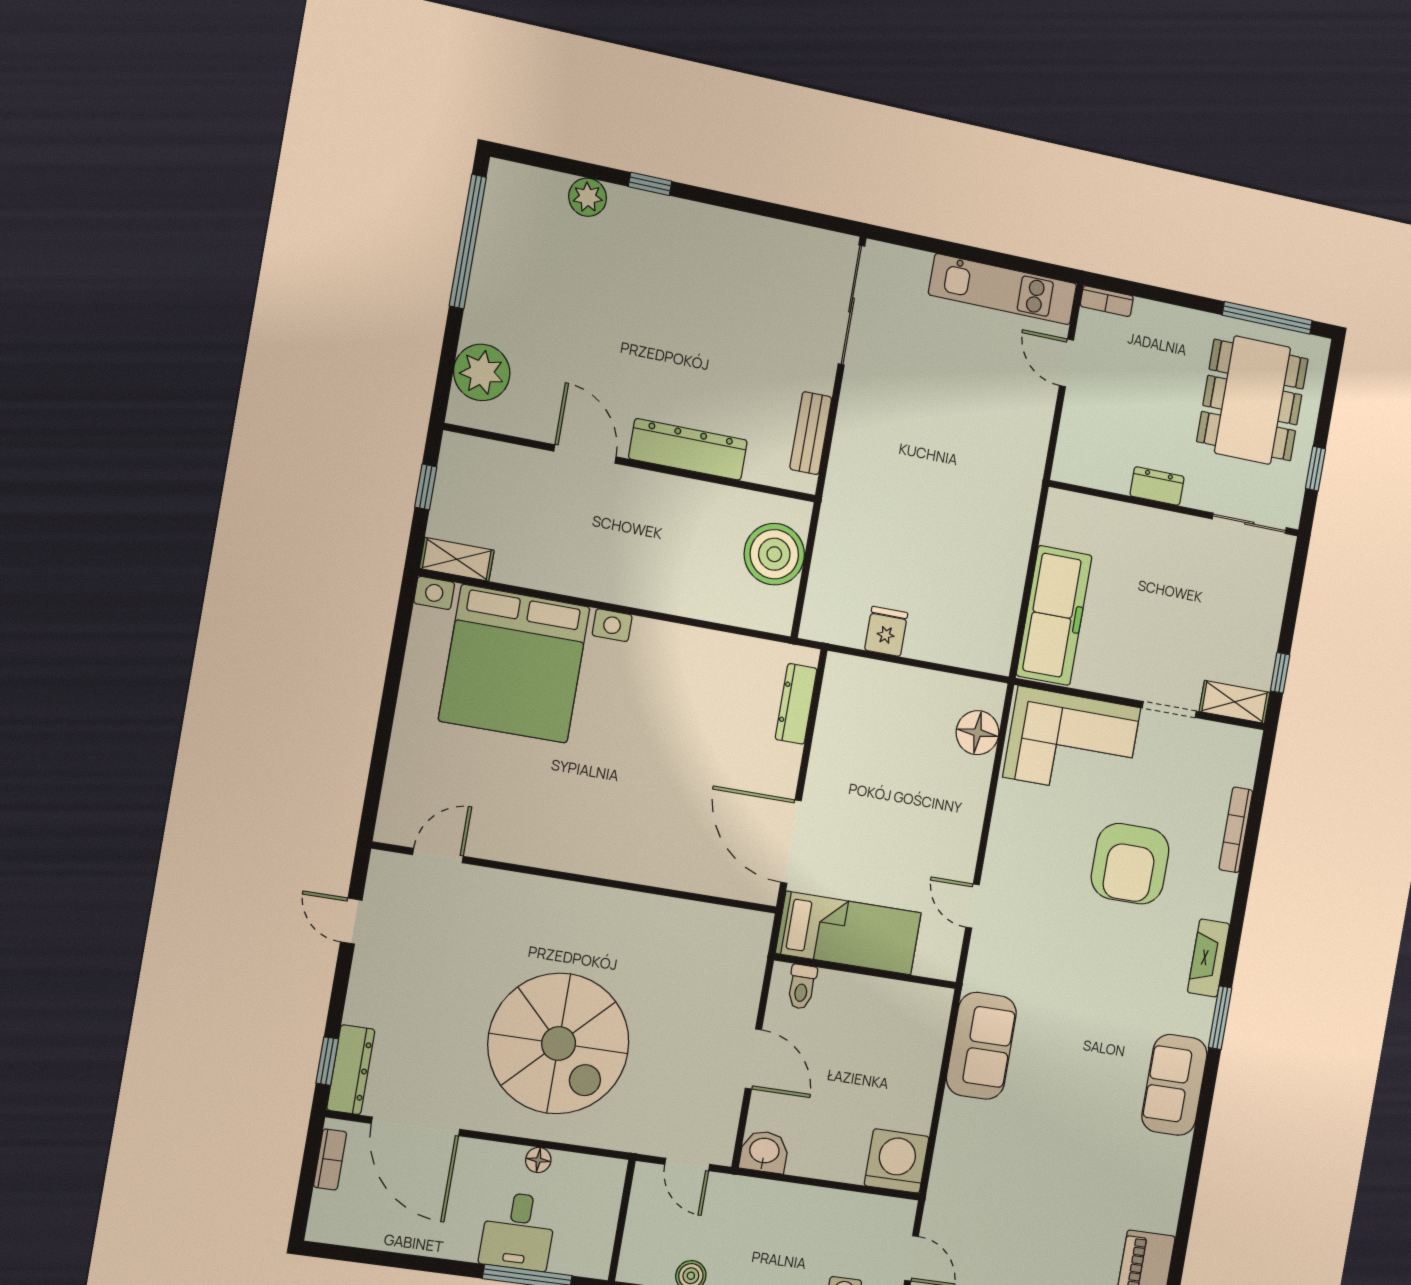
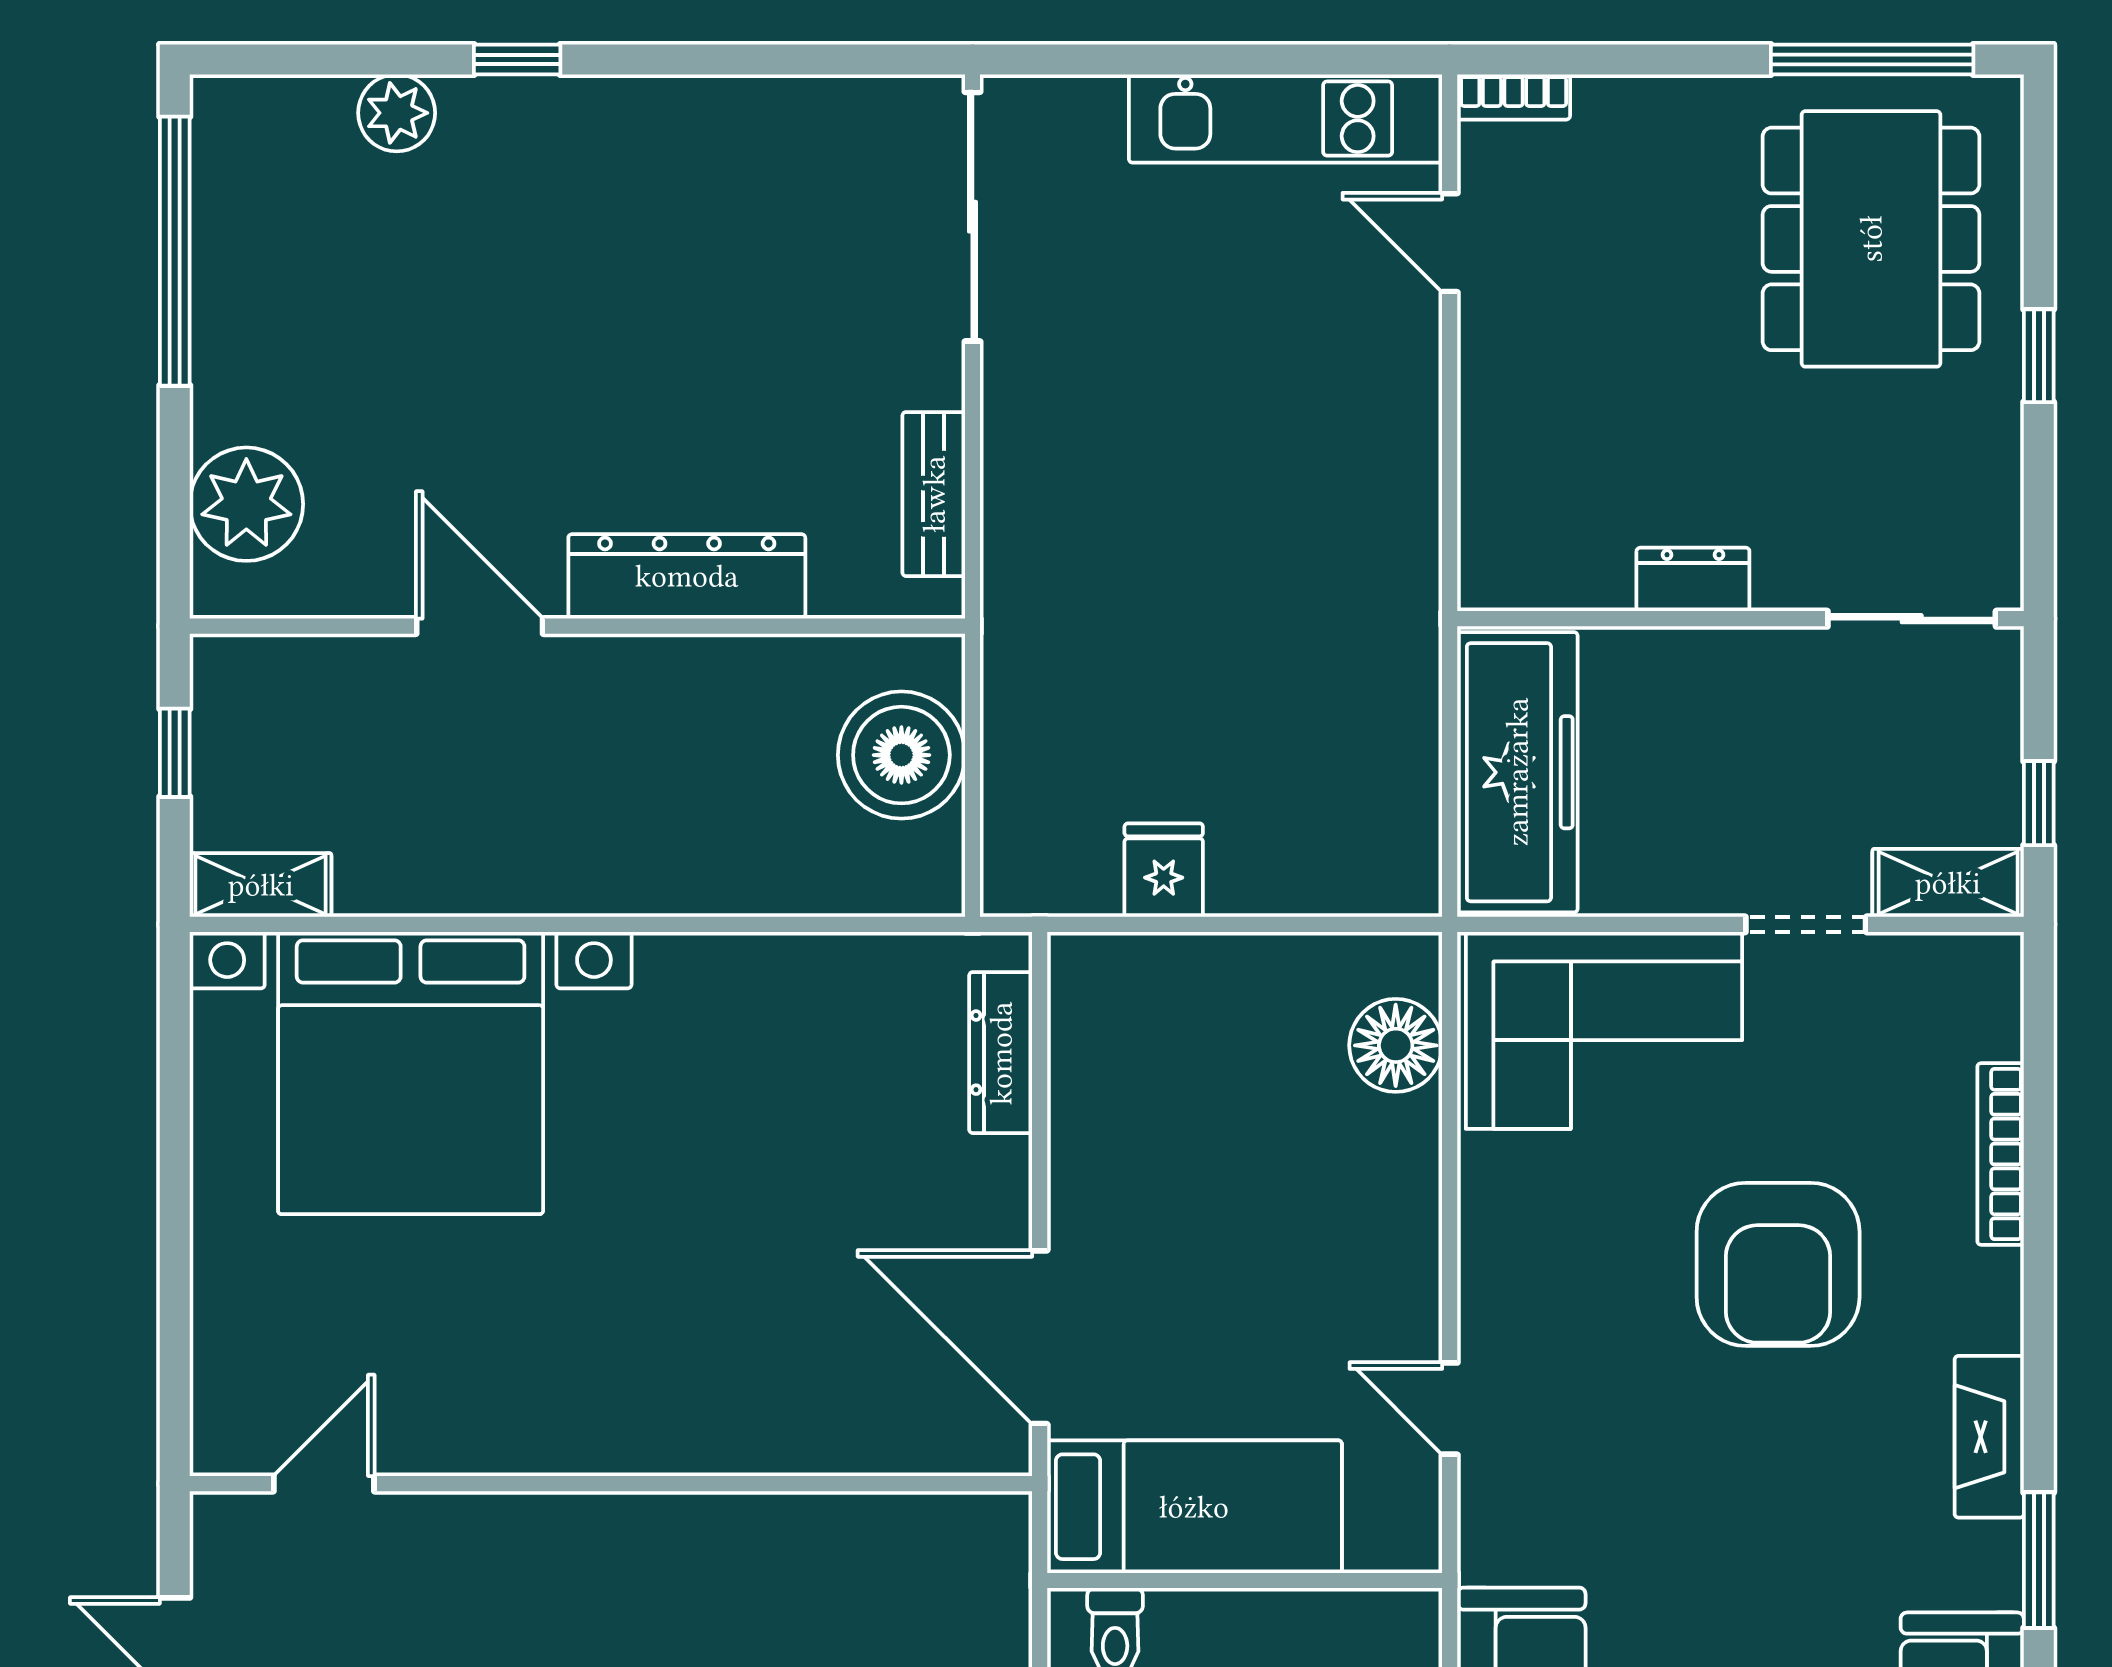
dresser: (1157, 486) -> (1693, 579), moved
wall: (1175, 508) -> (1740, 619), moved
sliding door: (1249, 523) -> (1912, 619), moved

